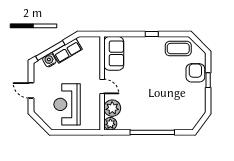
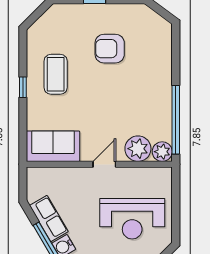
coffee table: (178, 49) -> (56, 74), moved
armchair: (195, 73) -> (110, 49), moved
window: (152, 132) -> (176, 120), moved

